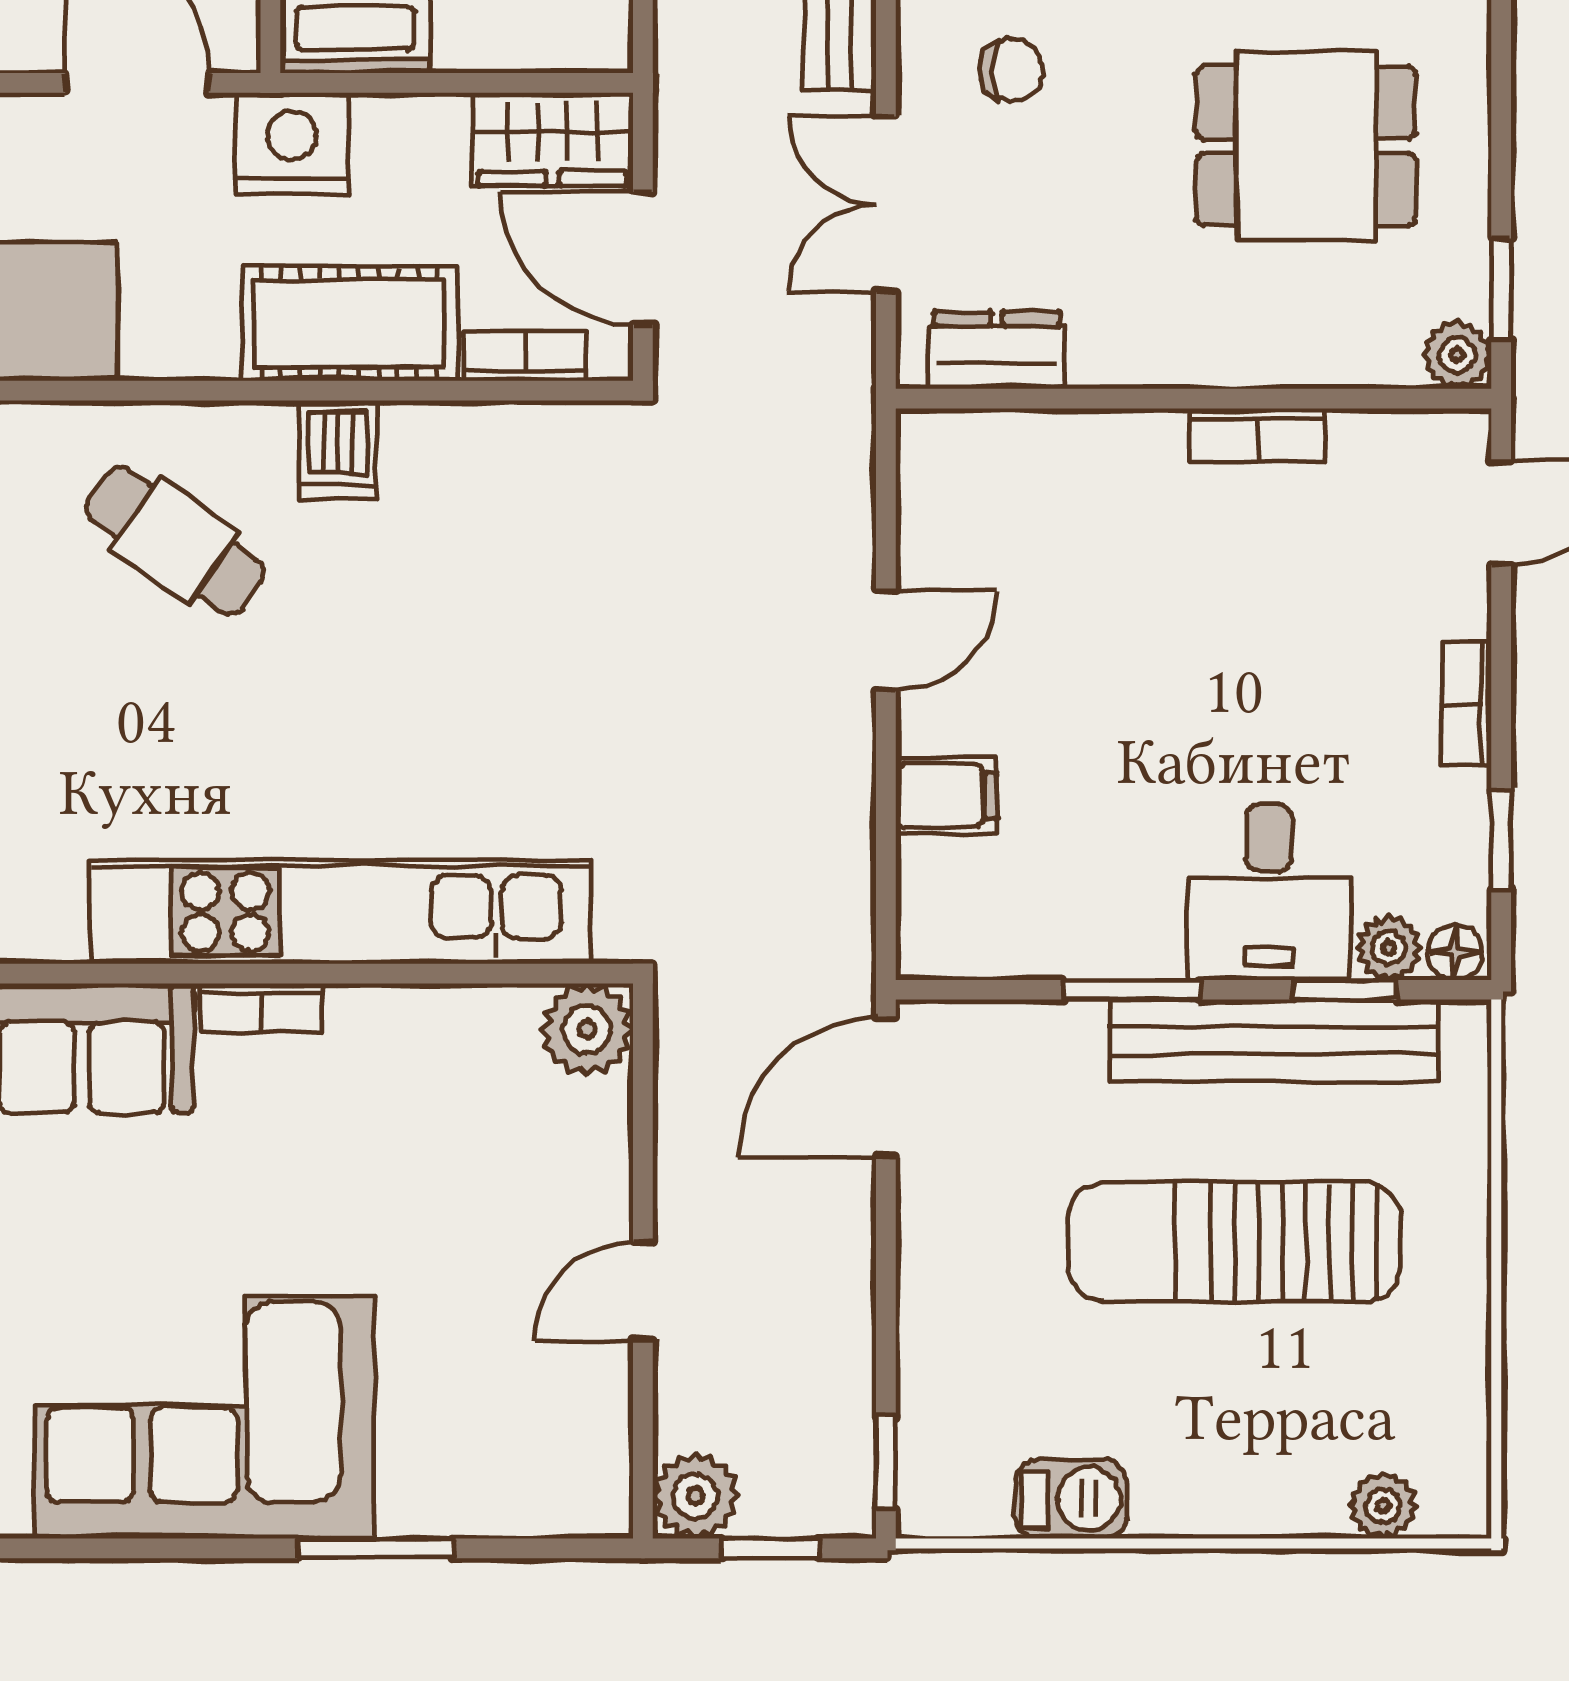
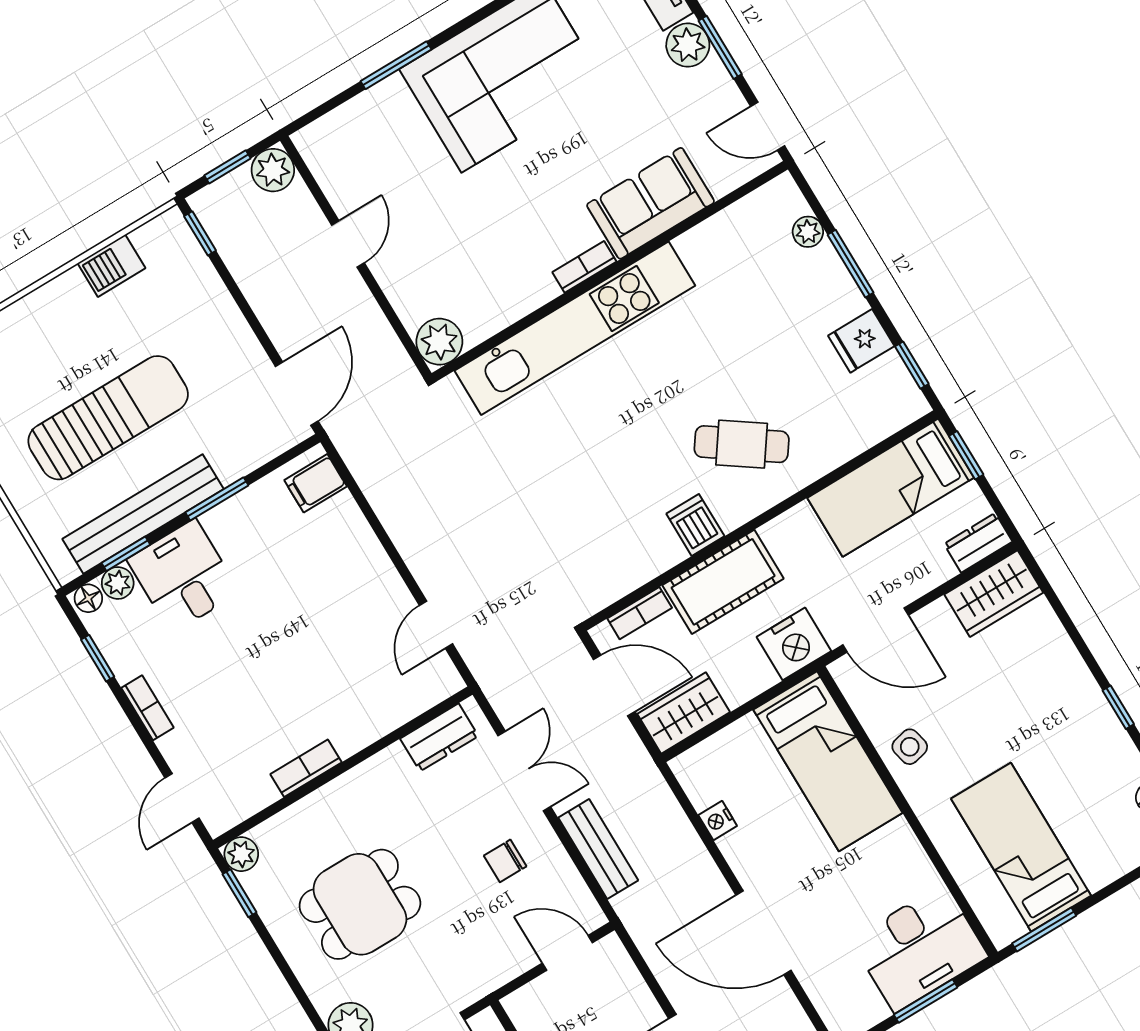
door: (886, 641) -> (436, 625), moved
filing cabinet: (946, 796) -> (316, 483), moved

